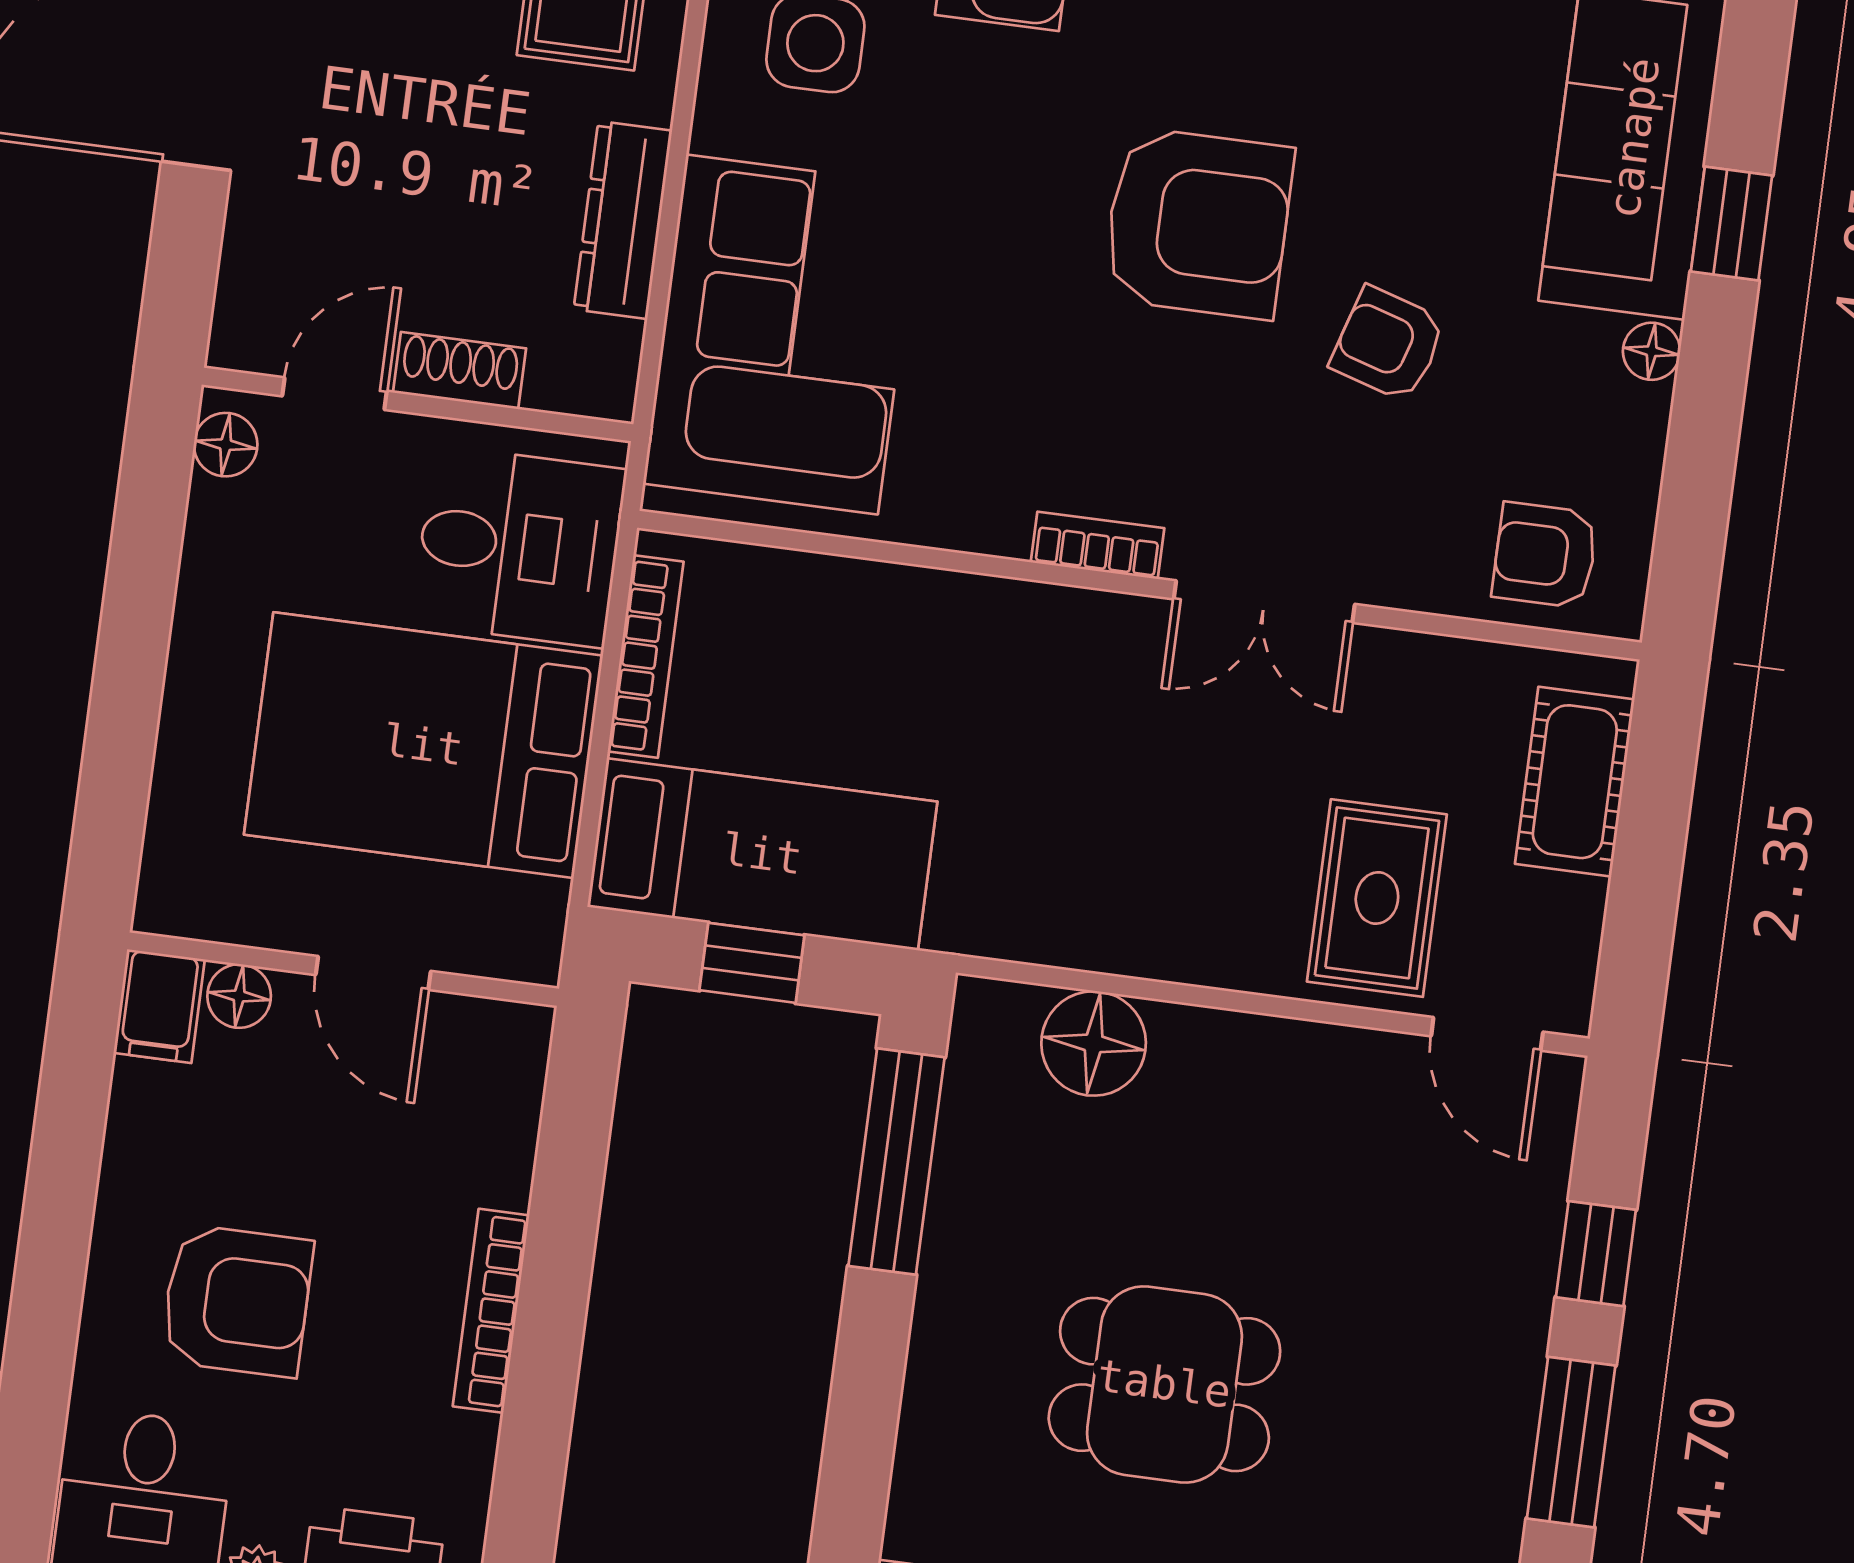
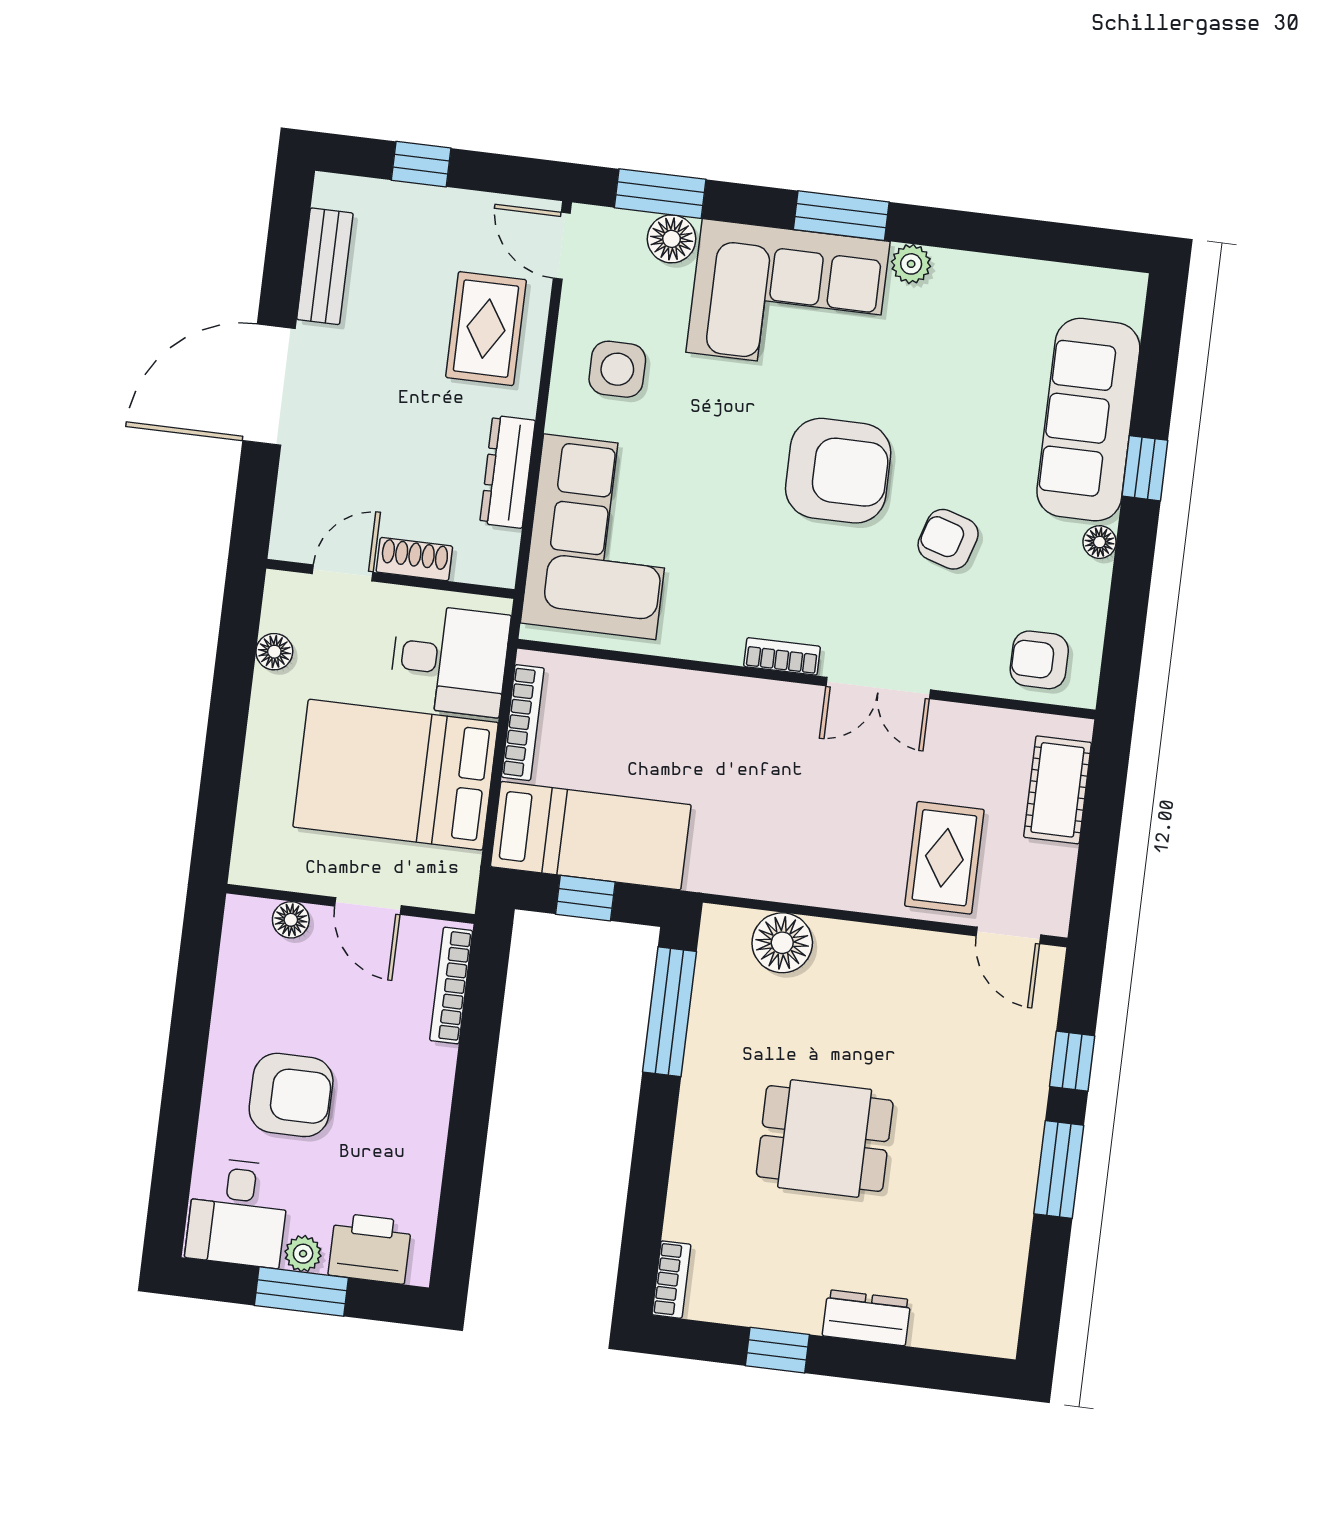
floor lamp: (226, 445) -> (274, 652), moved
filing cabinet: (159, 1006) -> (245, 926), removed
bookcase: (491, 1311) -> (451, 986), moved

